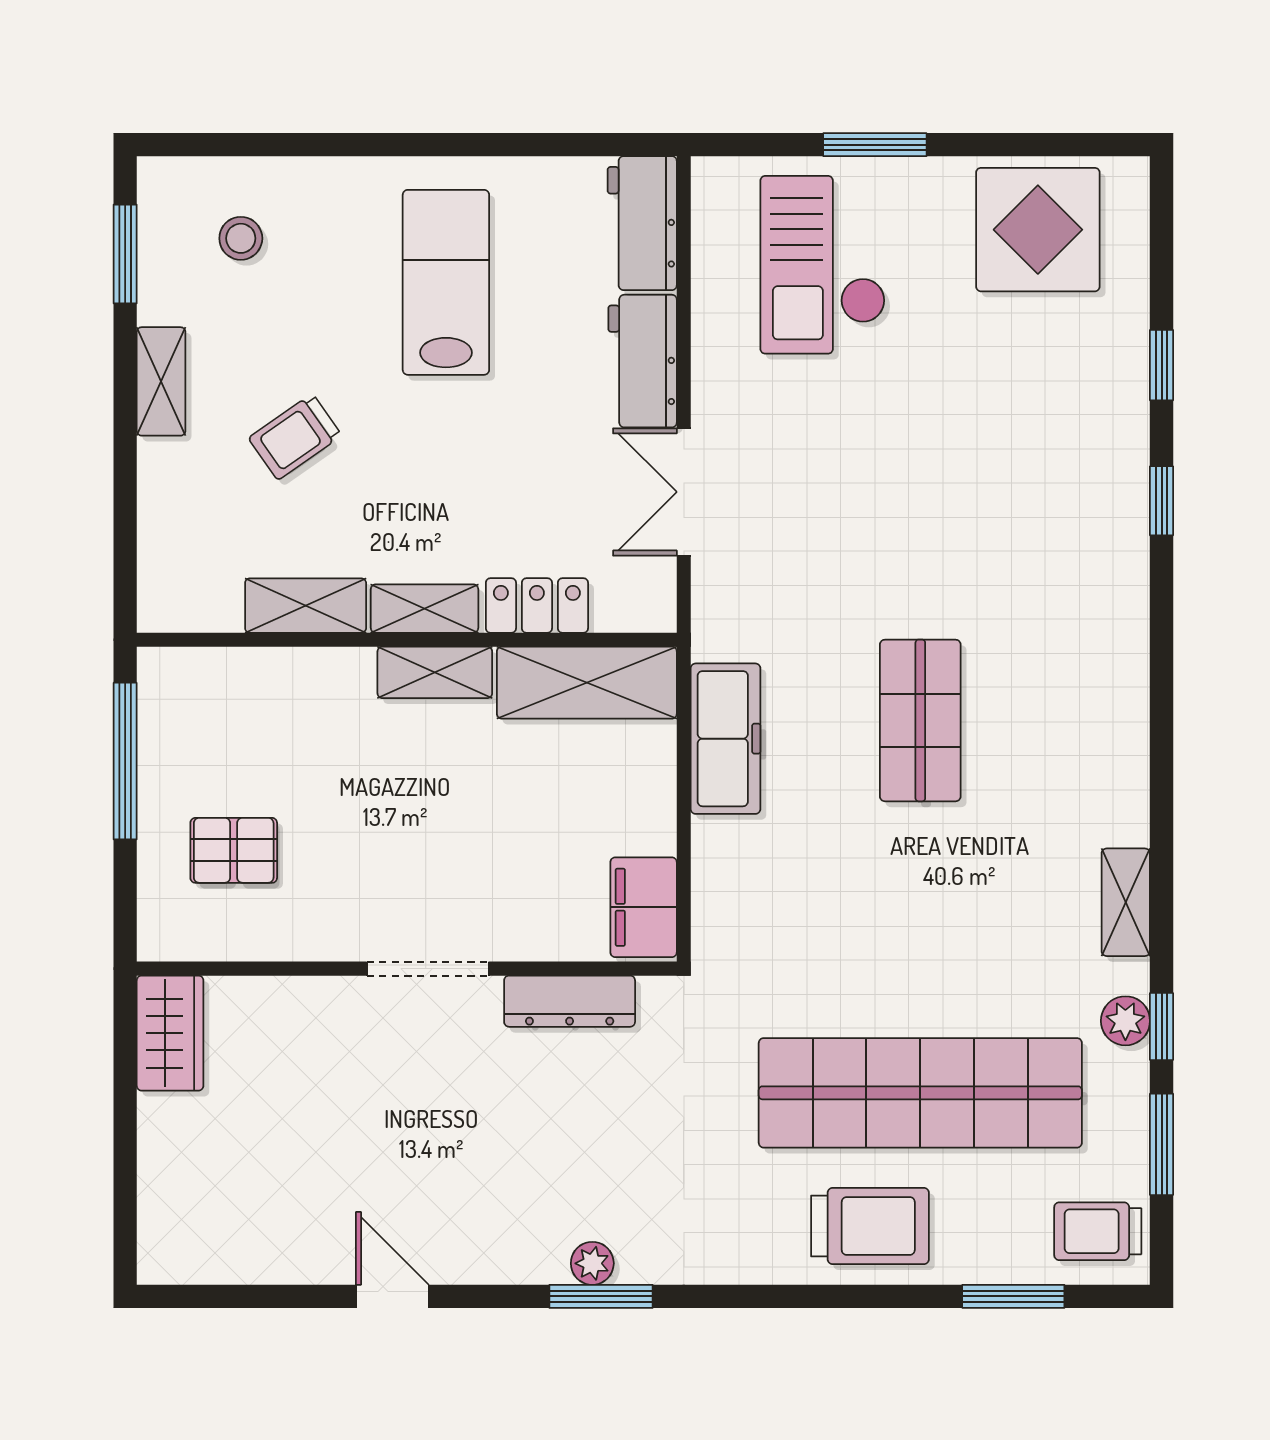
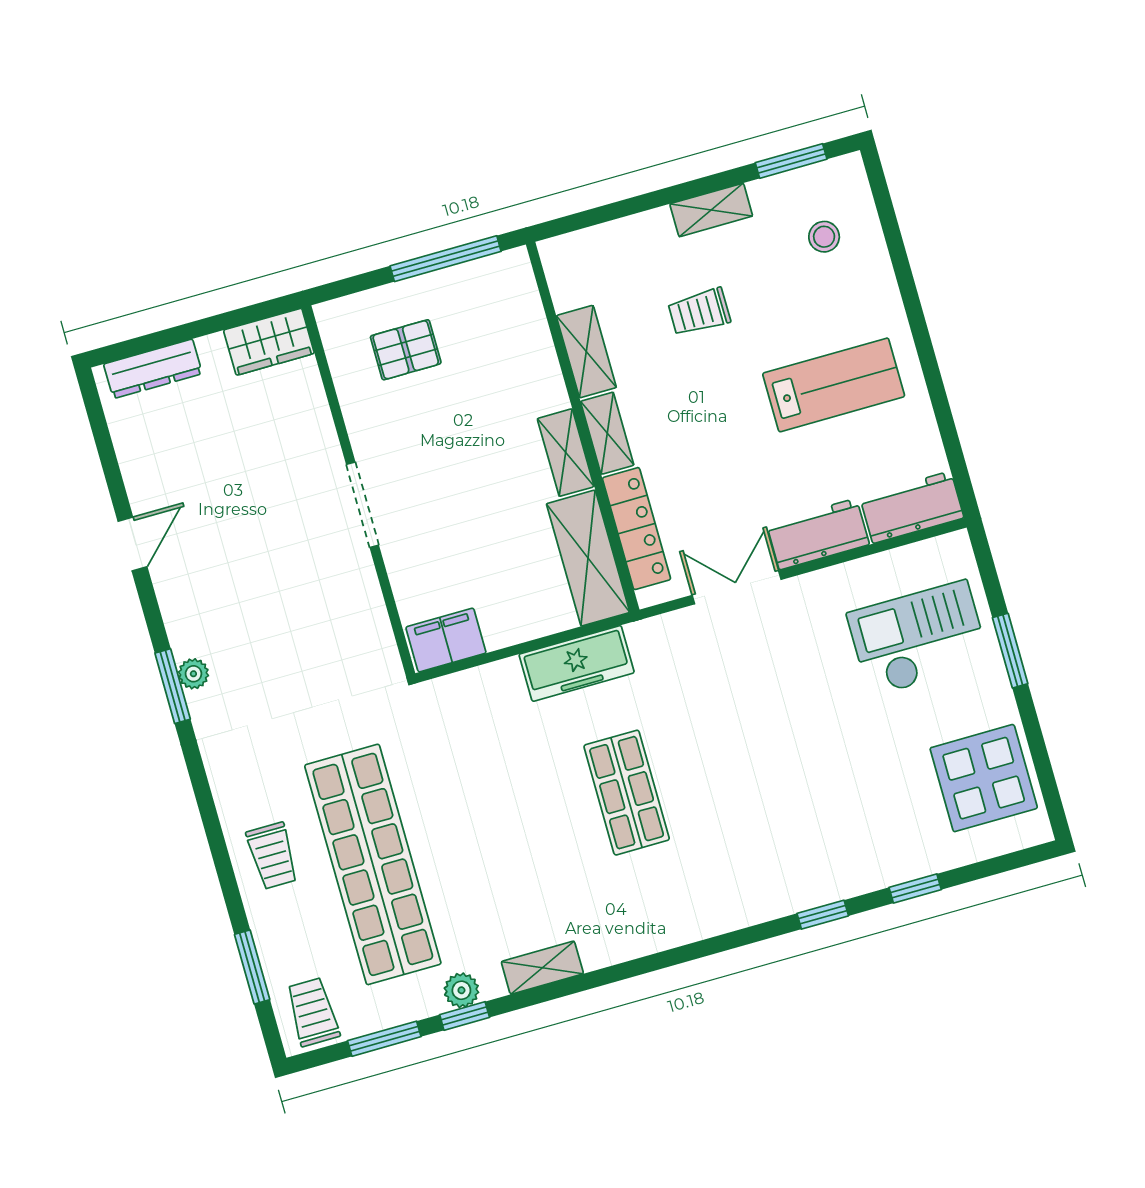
trolley: (295, 437) -> (699, 312), turned -55
locker: (537, 605) -> (636, 529), width x1.53
shop shelf: (920, 720) -> (627, 793), turned 90
pallet: (234, 850) -> (406, 350), turned 90
dresser: (570, 1001) -> (153, 369), moved, turned -90
trolley: (870, 1226) -> (272, 856), width x0.73, depth x0.72

